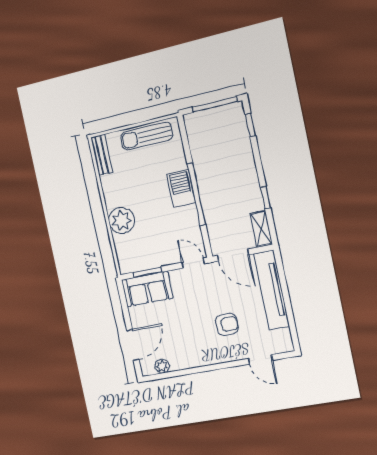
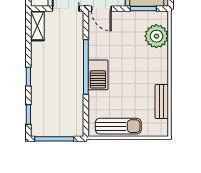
bench: (102, 155) -> (162, 101), moved
window: (265, 197) -> (28, 77), moved
plant: (122, 220) -> (156, 36), moved

